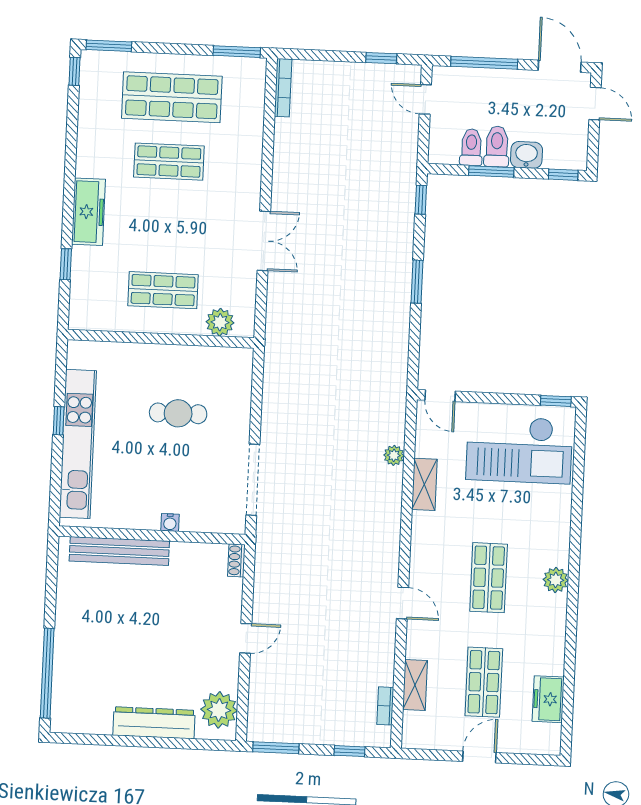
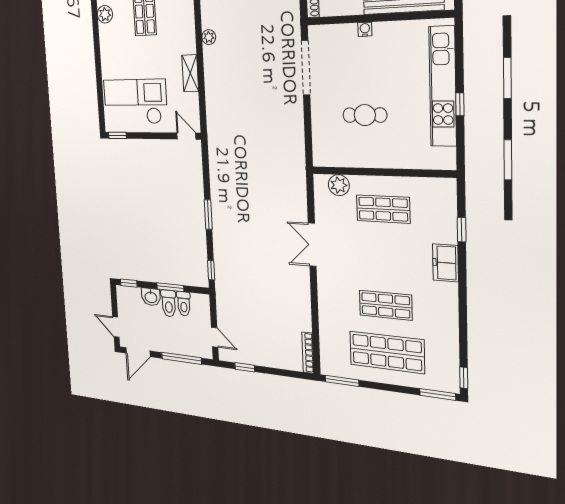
door: (560, 66) -> (138, 352), hinge flipped
freezer: (89, 212) -> (445, 263), width x0.71
plant: (394, 455) -> (209, 37), moved

